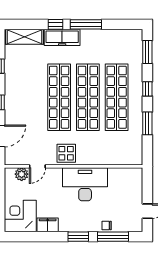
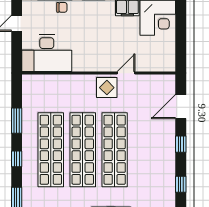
door: (37, 166) -> (126, 73), moved
plant: (22, 174) -> (156, 64), removed
desk: (85, 184) -> (47, 53), moved

